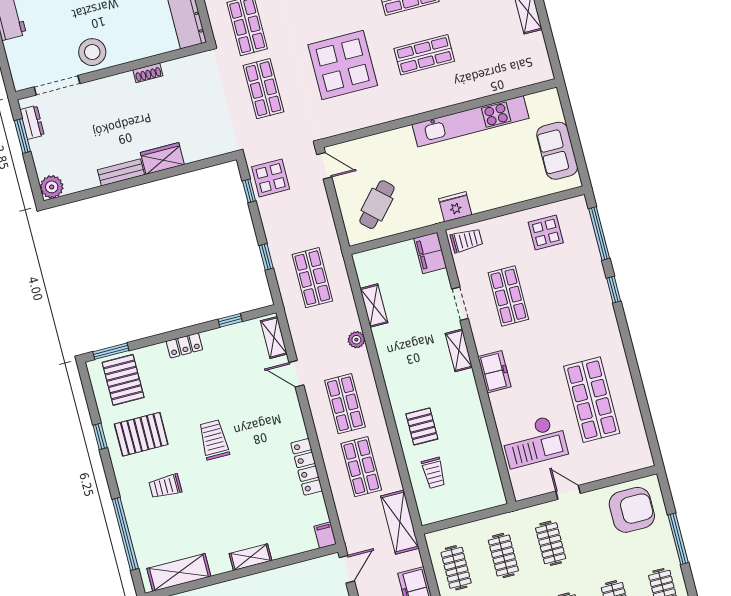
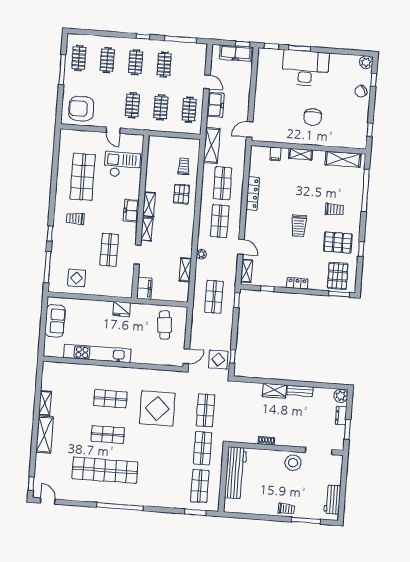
dresser: (32, 122) -> (341, 416), moved
door: (324, 166) -> (186, 356), swing flipped
cafe table: (377, 205) -> (165, 325), turned -47
trolley: (466, 240) -> (75, 219), moved
window: (266, 257) -> (237, 300), moved
shelving: (469, 392) -> (149, 204), added
filing cabinet: (325, 535) -> (275, 154), moved
window: (678, 539) -> (62, 70), moved

